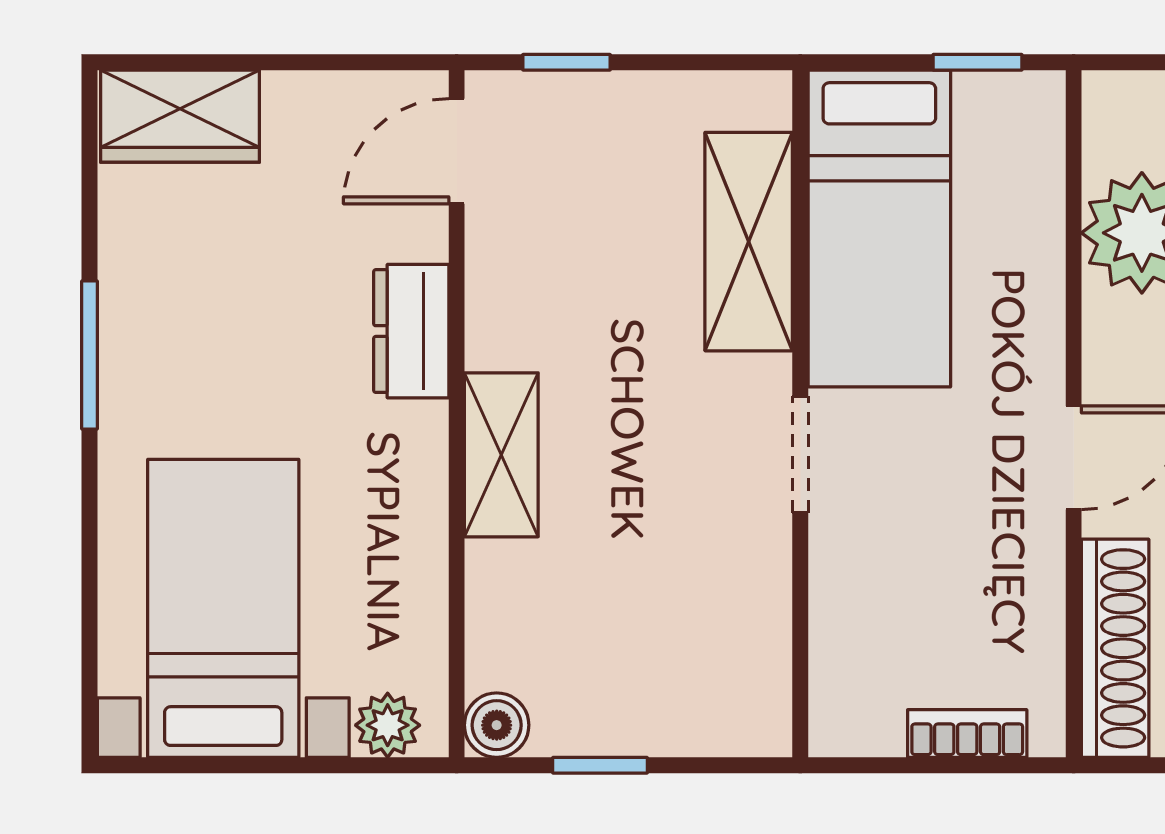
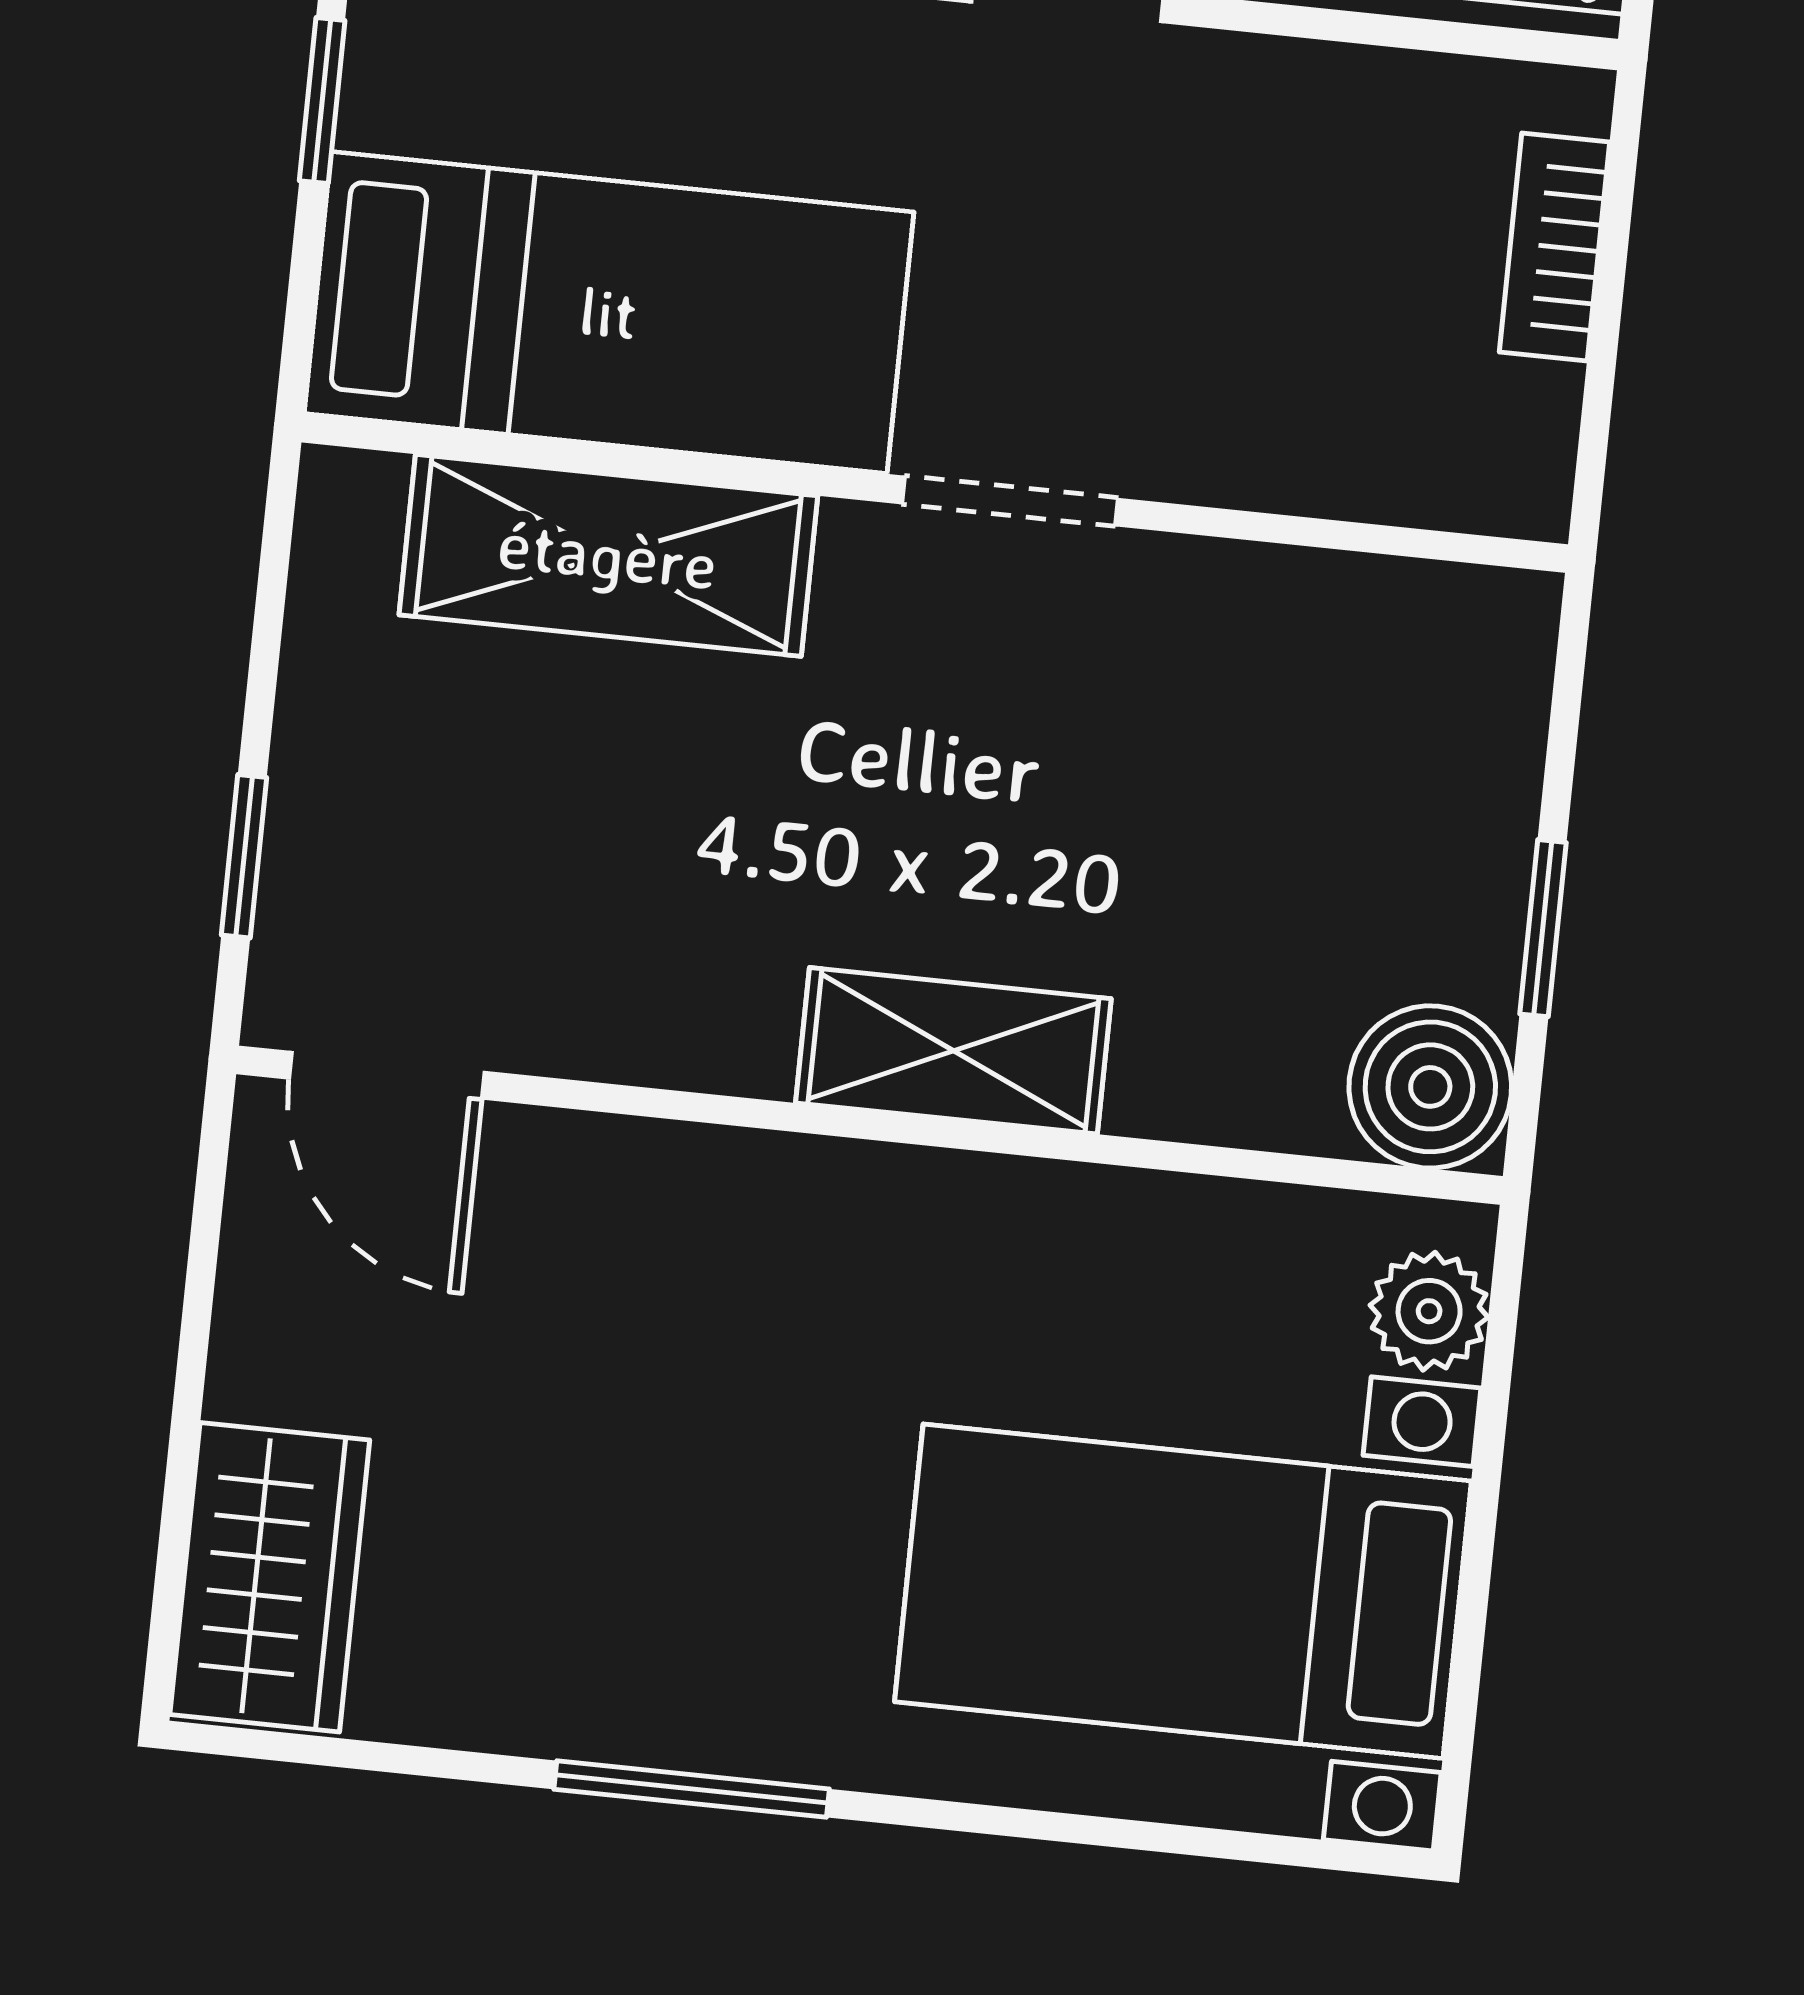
dresser: (411, 331) -> (709, 1193), removed
boiler: (497, 725) -> (1430, 1087), width x1.36, depth x1.36

